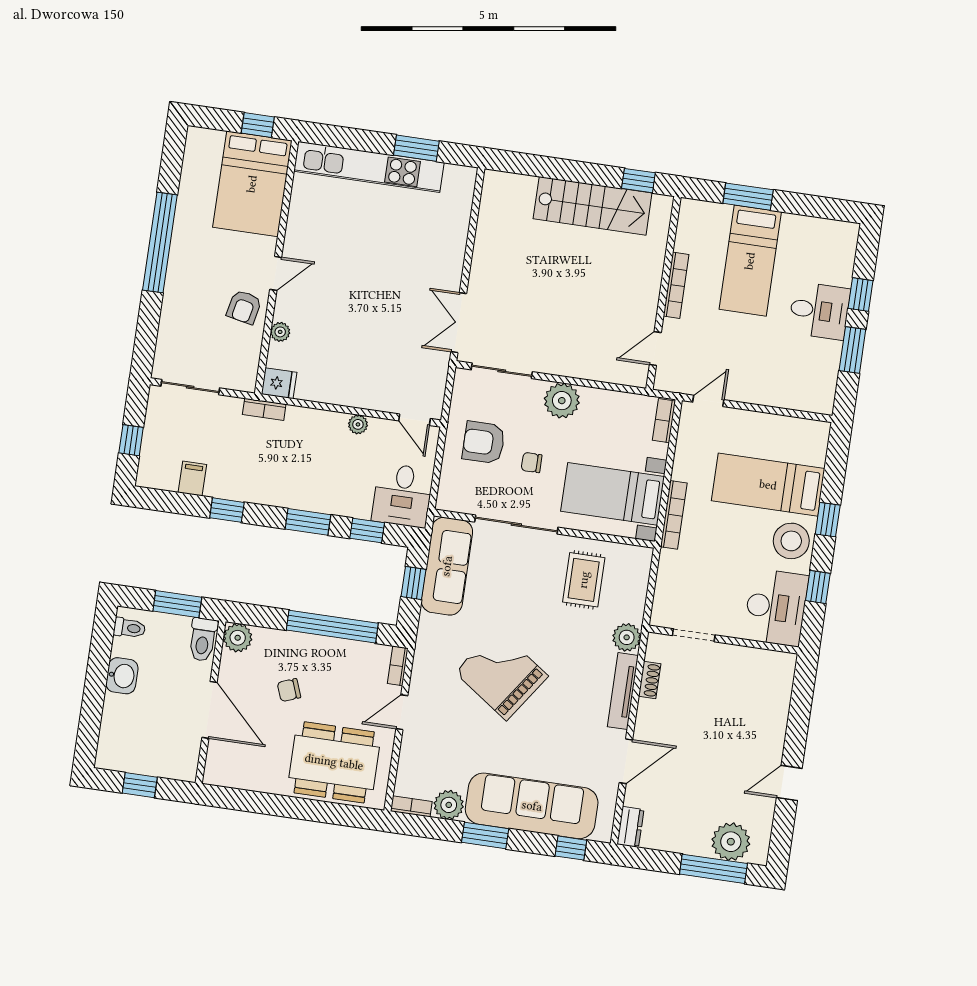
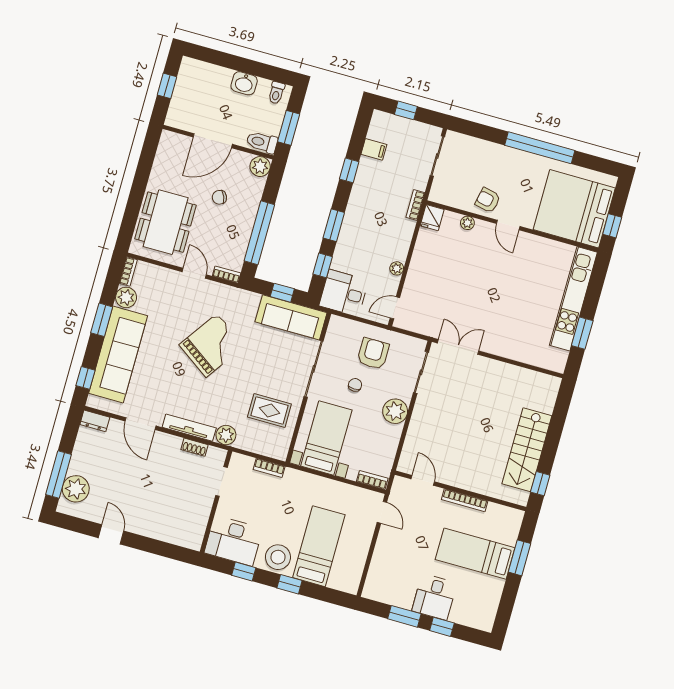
bed: (252, 184) -> (574, 209), width x1.36
bookcase: (674, 515) -> (269, 468), moved, width x0.64
chair: (289, 690) -> (219, 197), turned -92

